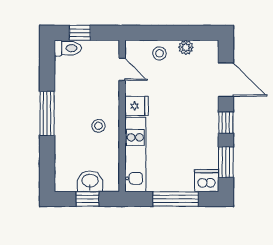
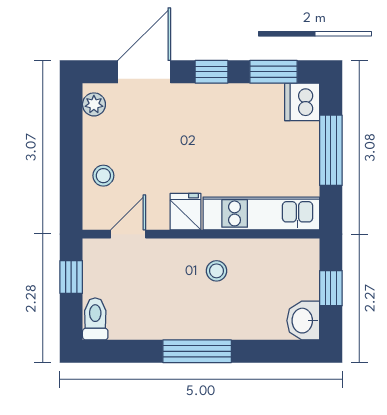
window: (80, 33) -> (71, 277), moved
plant: (186, 47) -> (94, 104), moved
washbasin: (90, 181) -> (303, 321), moved

